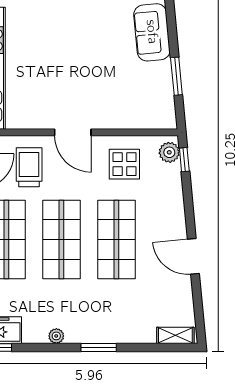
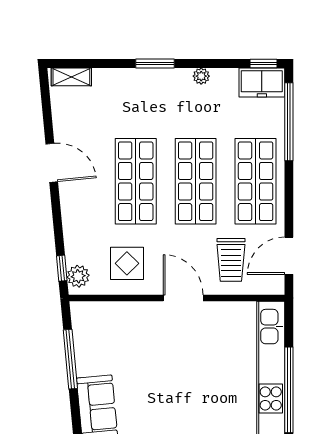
window: (176, 76) -> (70, 359), width x1.44

